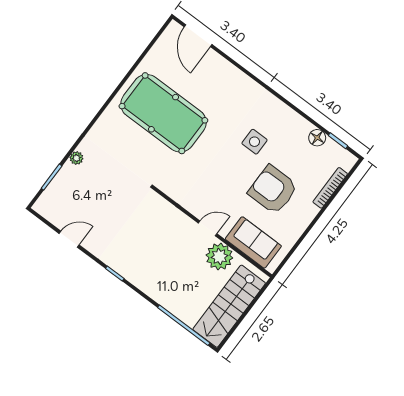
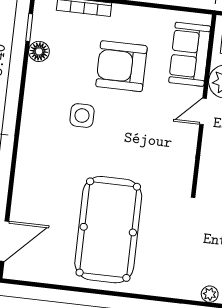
armchair: (273, 190) -> (121, 66), turned 90
door: (208, 228) -> (203, 111), hinge flipped

